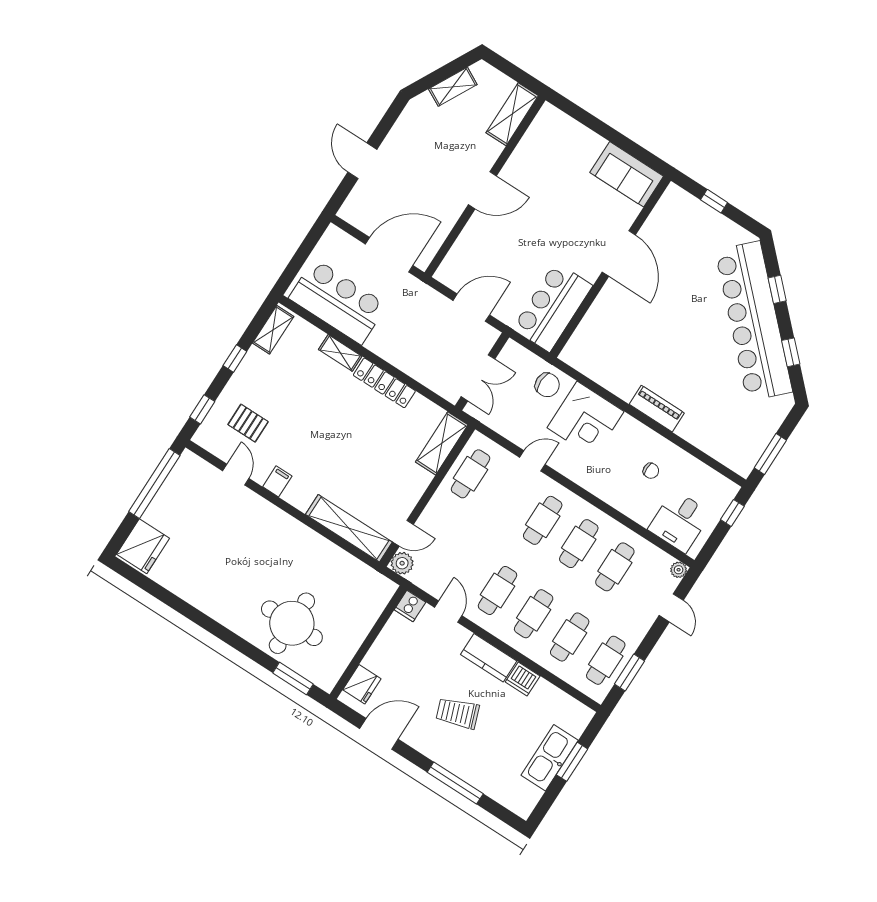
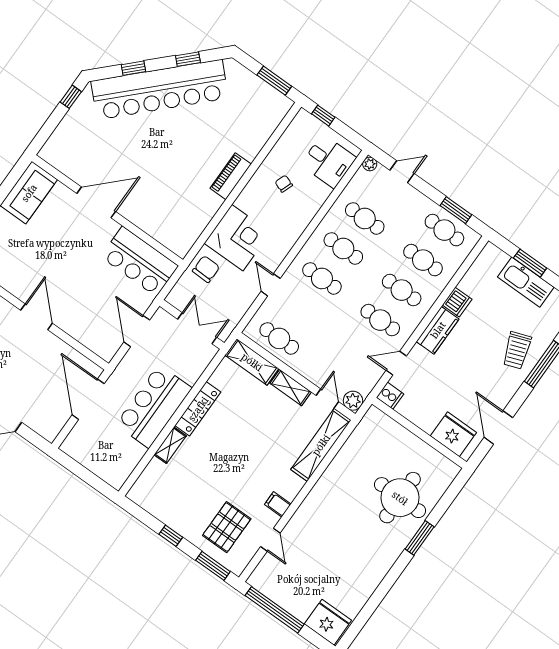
window: (714, 201) -> (71, 97), moved
bar counter: (338, 302) -> (154, 406), moved
shelving: (273, 330) -> (291, 388), moved
window: (202, 409) -> (213, 566), width x1.50
pallet: (248, 423) -> (227, 527), width x1.50, depth x1.42
chair: (651, 471) -> (284, 184), turned -70
door: (236, 475) -> (270, 540), swing flipped
window: (293, 678) -> (420, 538), moved
fridge: (362, 684) -> (453, 434), width x1.36, depth x1.34
trolley: (458, 713) -> (517, 350), moved

